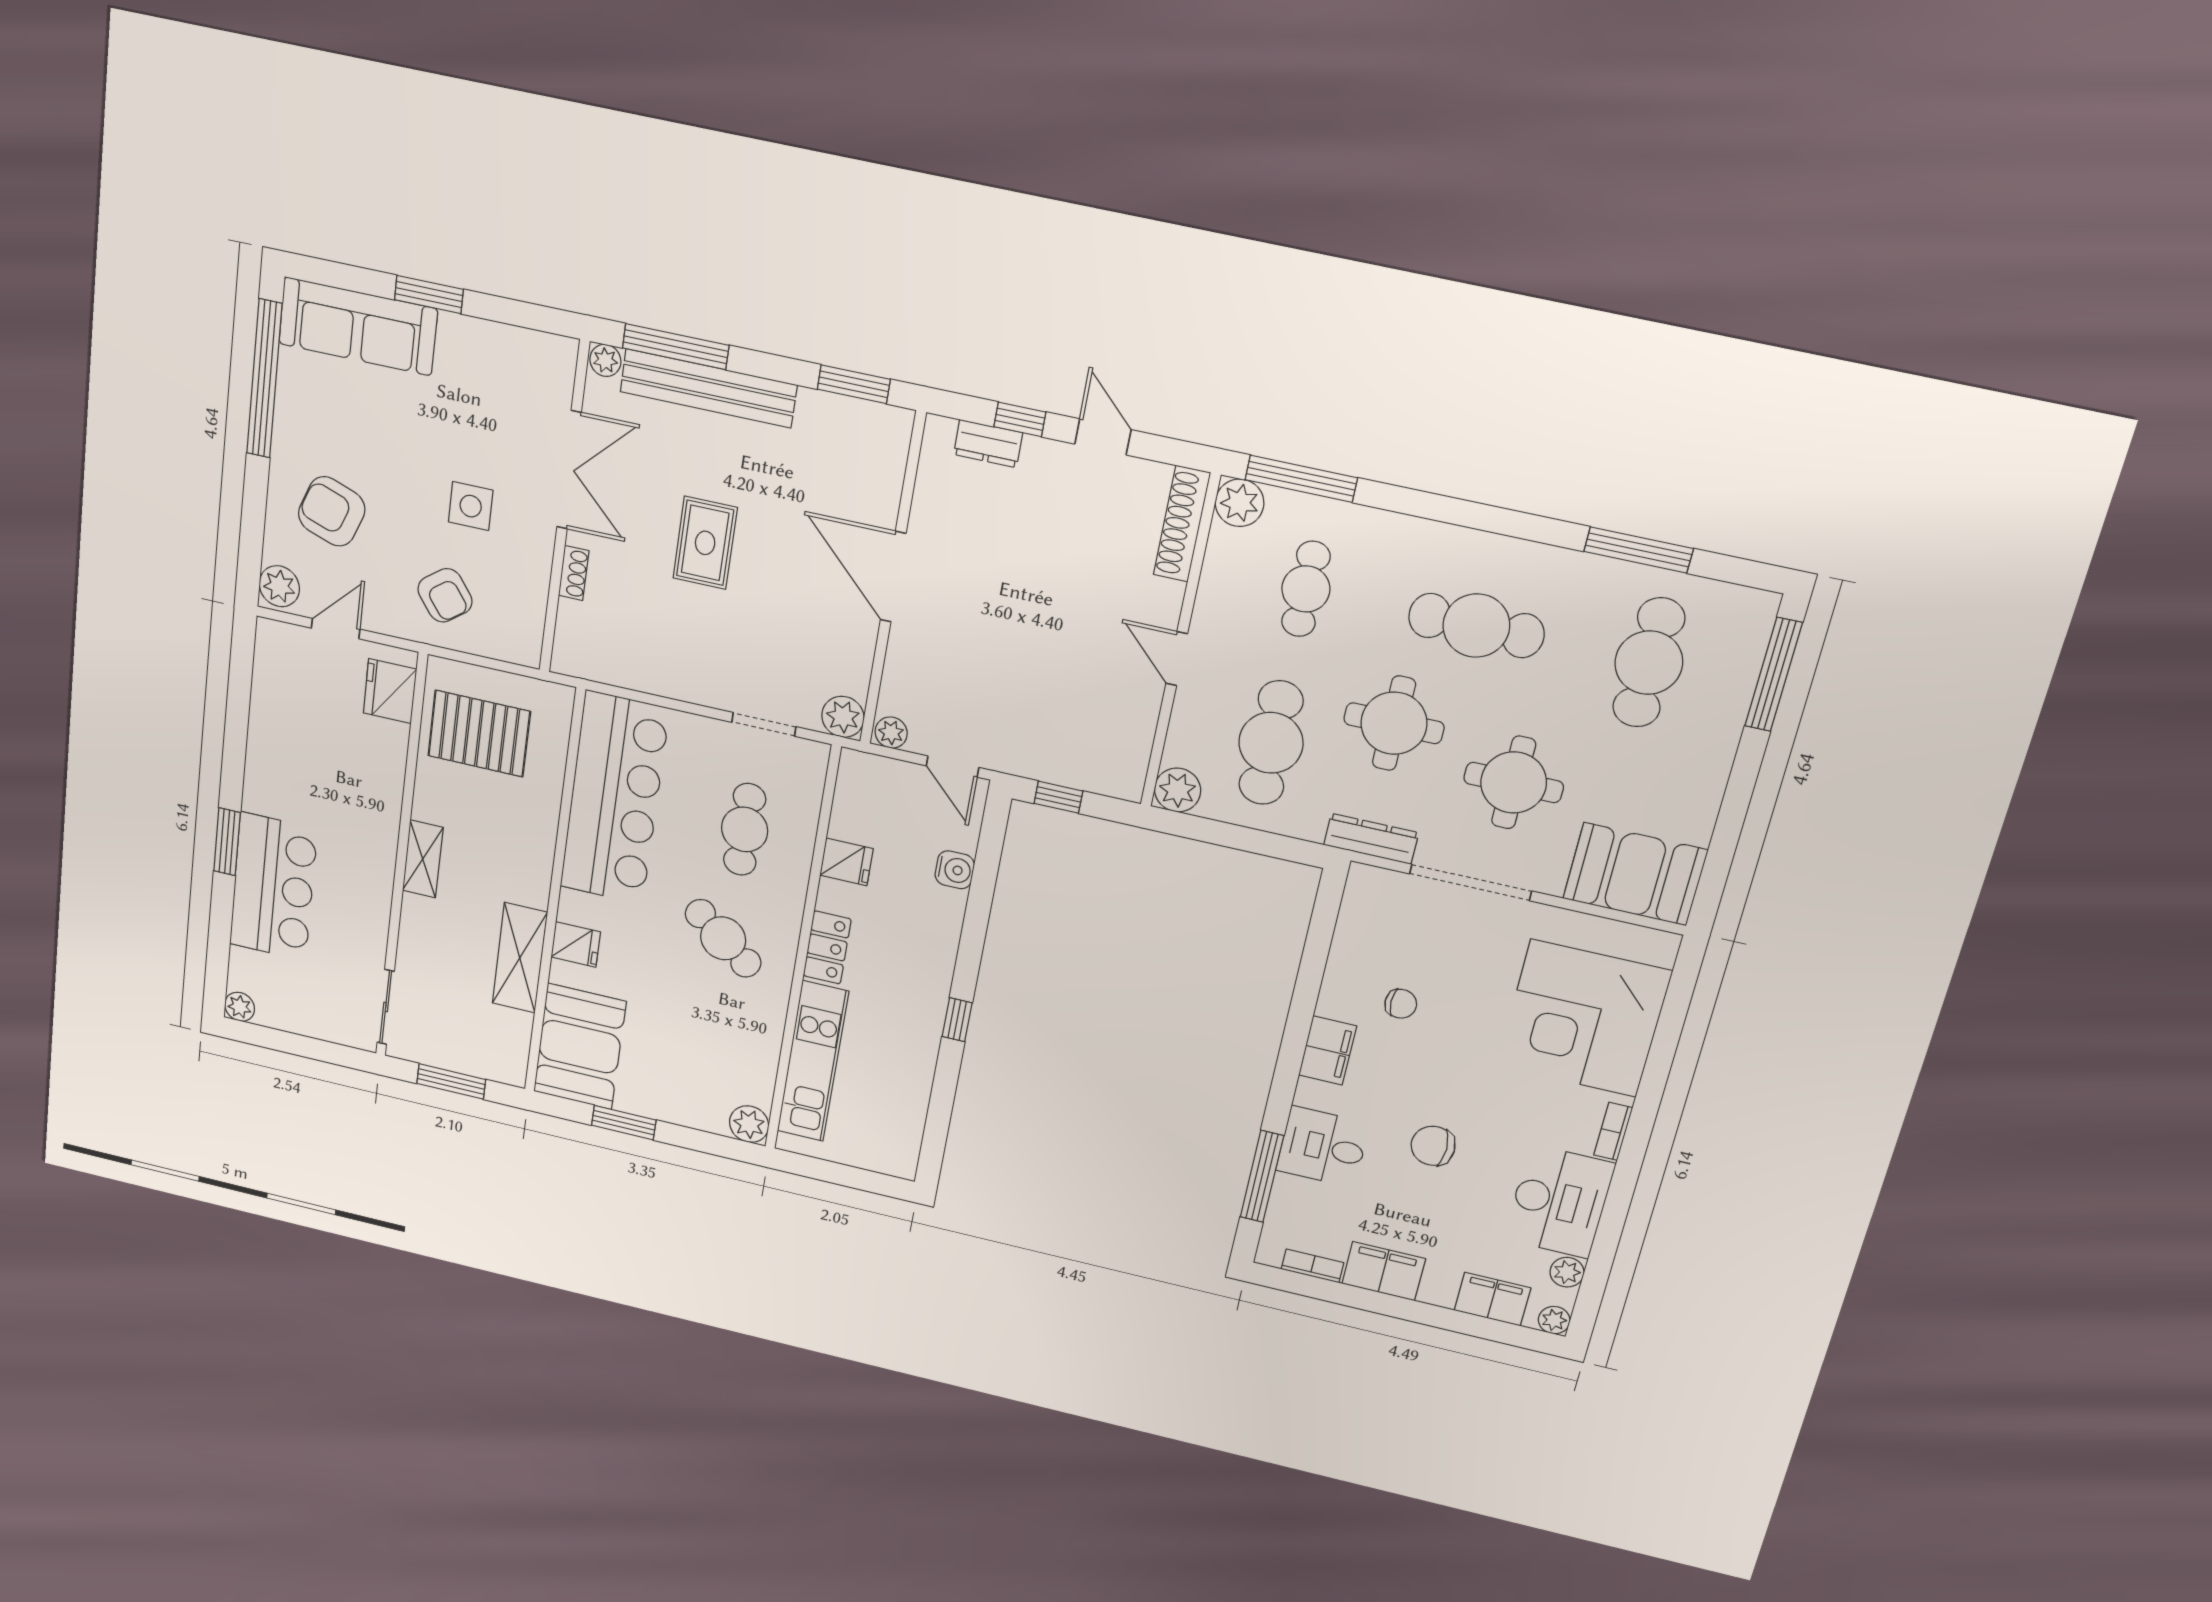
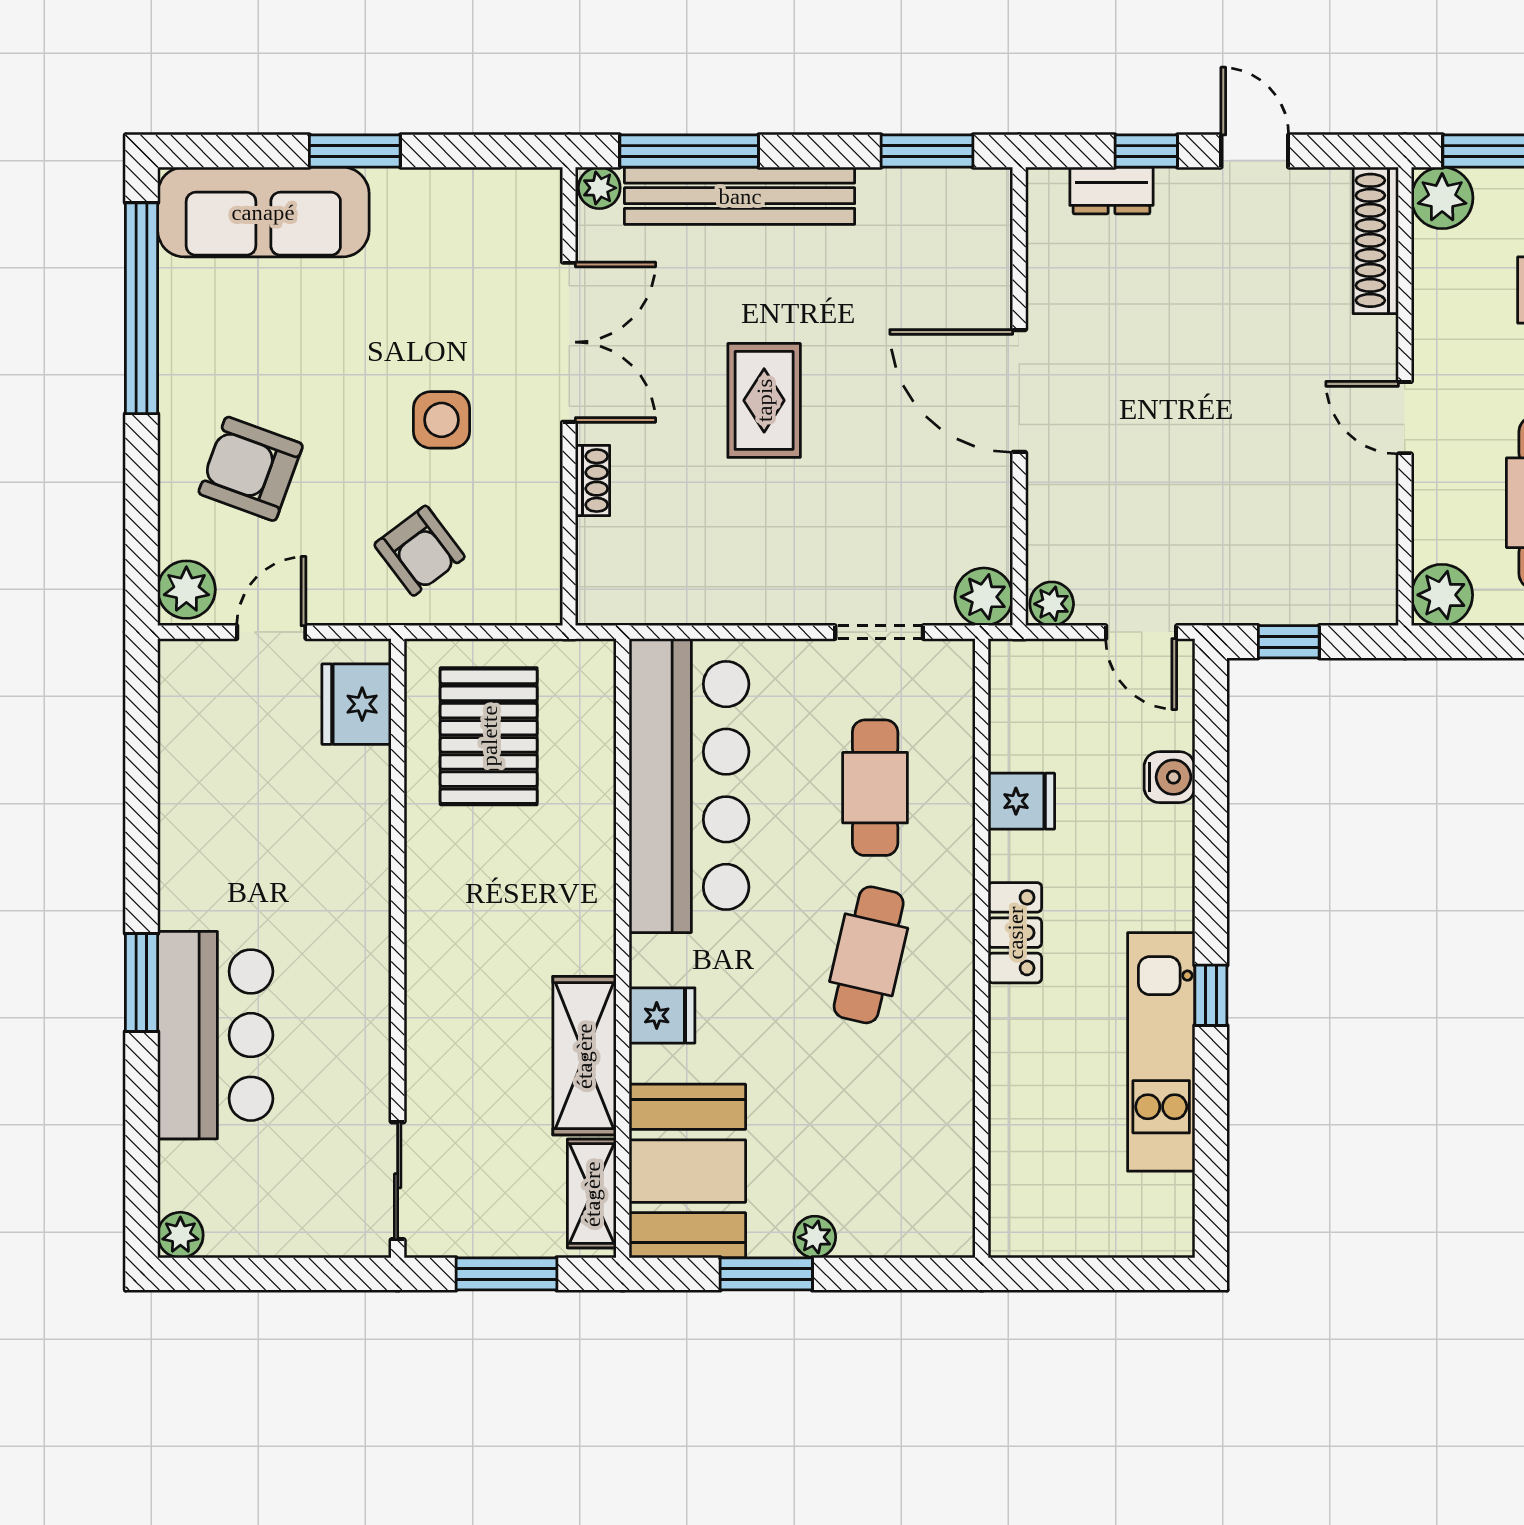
pallet: (479, 734) -> (489, 736), turned 90
shelving: (423, 859) -> (592, 1194), moved
cafe table: (723, 938) -> (869, 955), turned 65
kitchen unit: (813, 1061) -> (1161, 1052), moved, turned 180
plant: (749, 1124) -> (815, 1237), moved, width x0.73, depth x0.73

